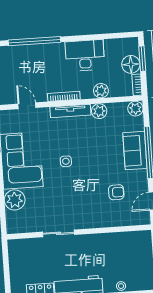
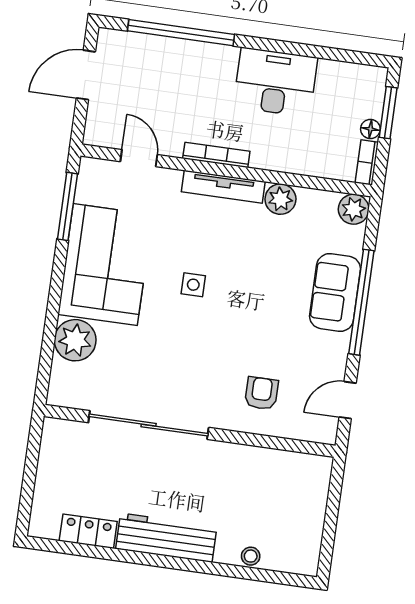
floor lamp: (131, 64) -> (370, 129), width x0.53, depth x0.53
plant: (101, 91) -> (293, 159), removed
armchair: (116, 192) -> (261, 393), moved, turned -90
sliding door: (59, 233) -> (149, 425), width x1.86

